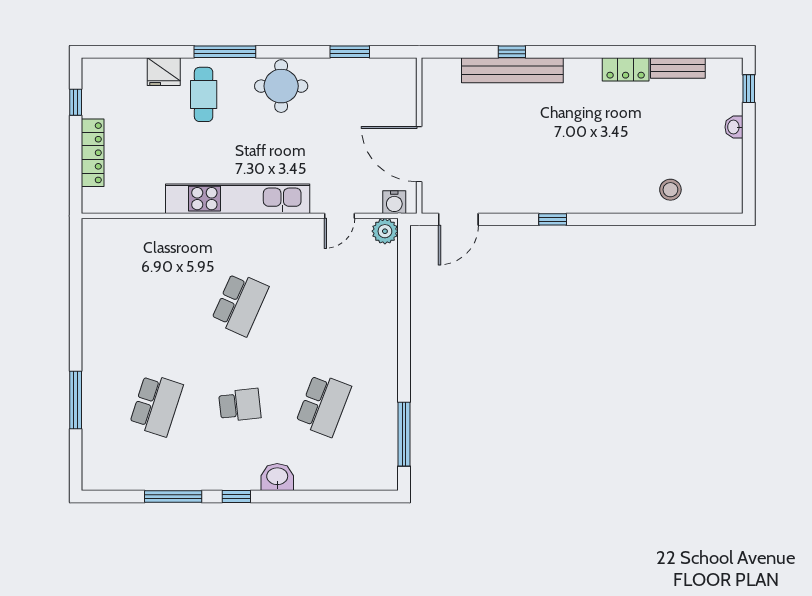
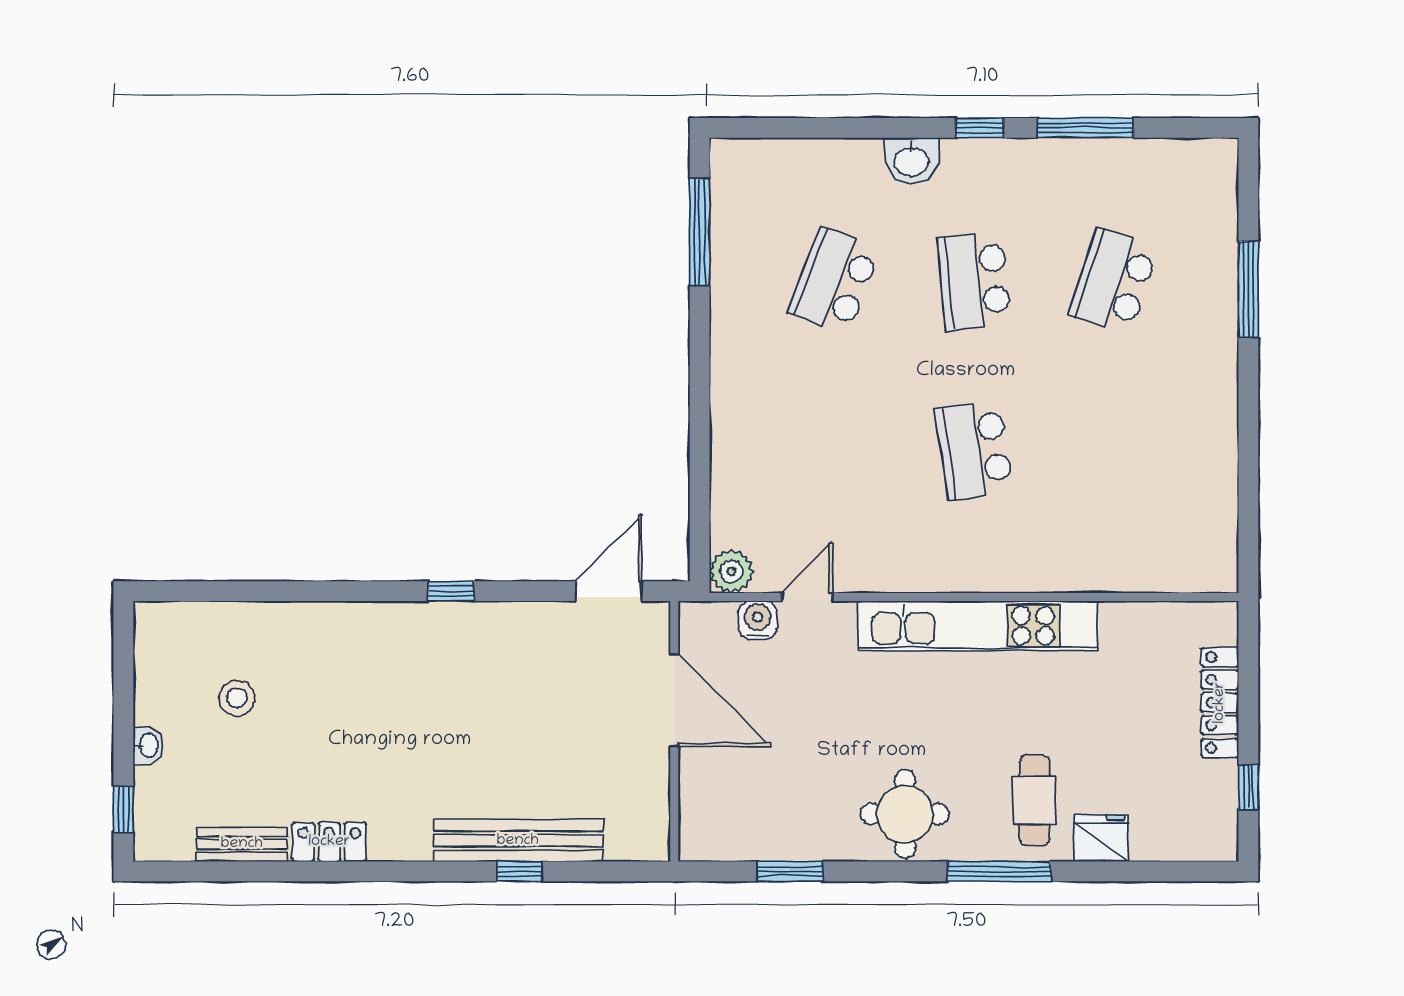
stool: (670, 190) -> (237, 698), moved
water cooler: (394, 202) -> (758, 620), moved
school desk: (240, 304) -> (974, 450), turned -33
school desk: (240, 405) -> (974, 281), width x1.85

